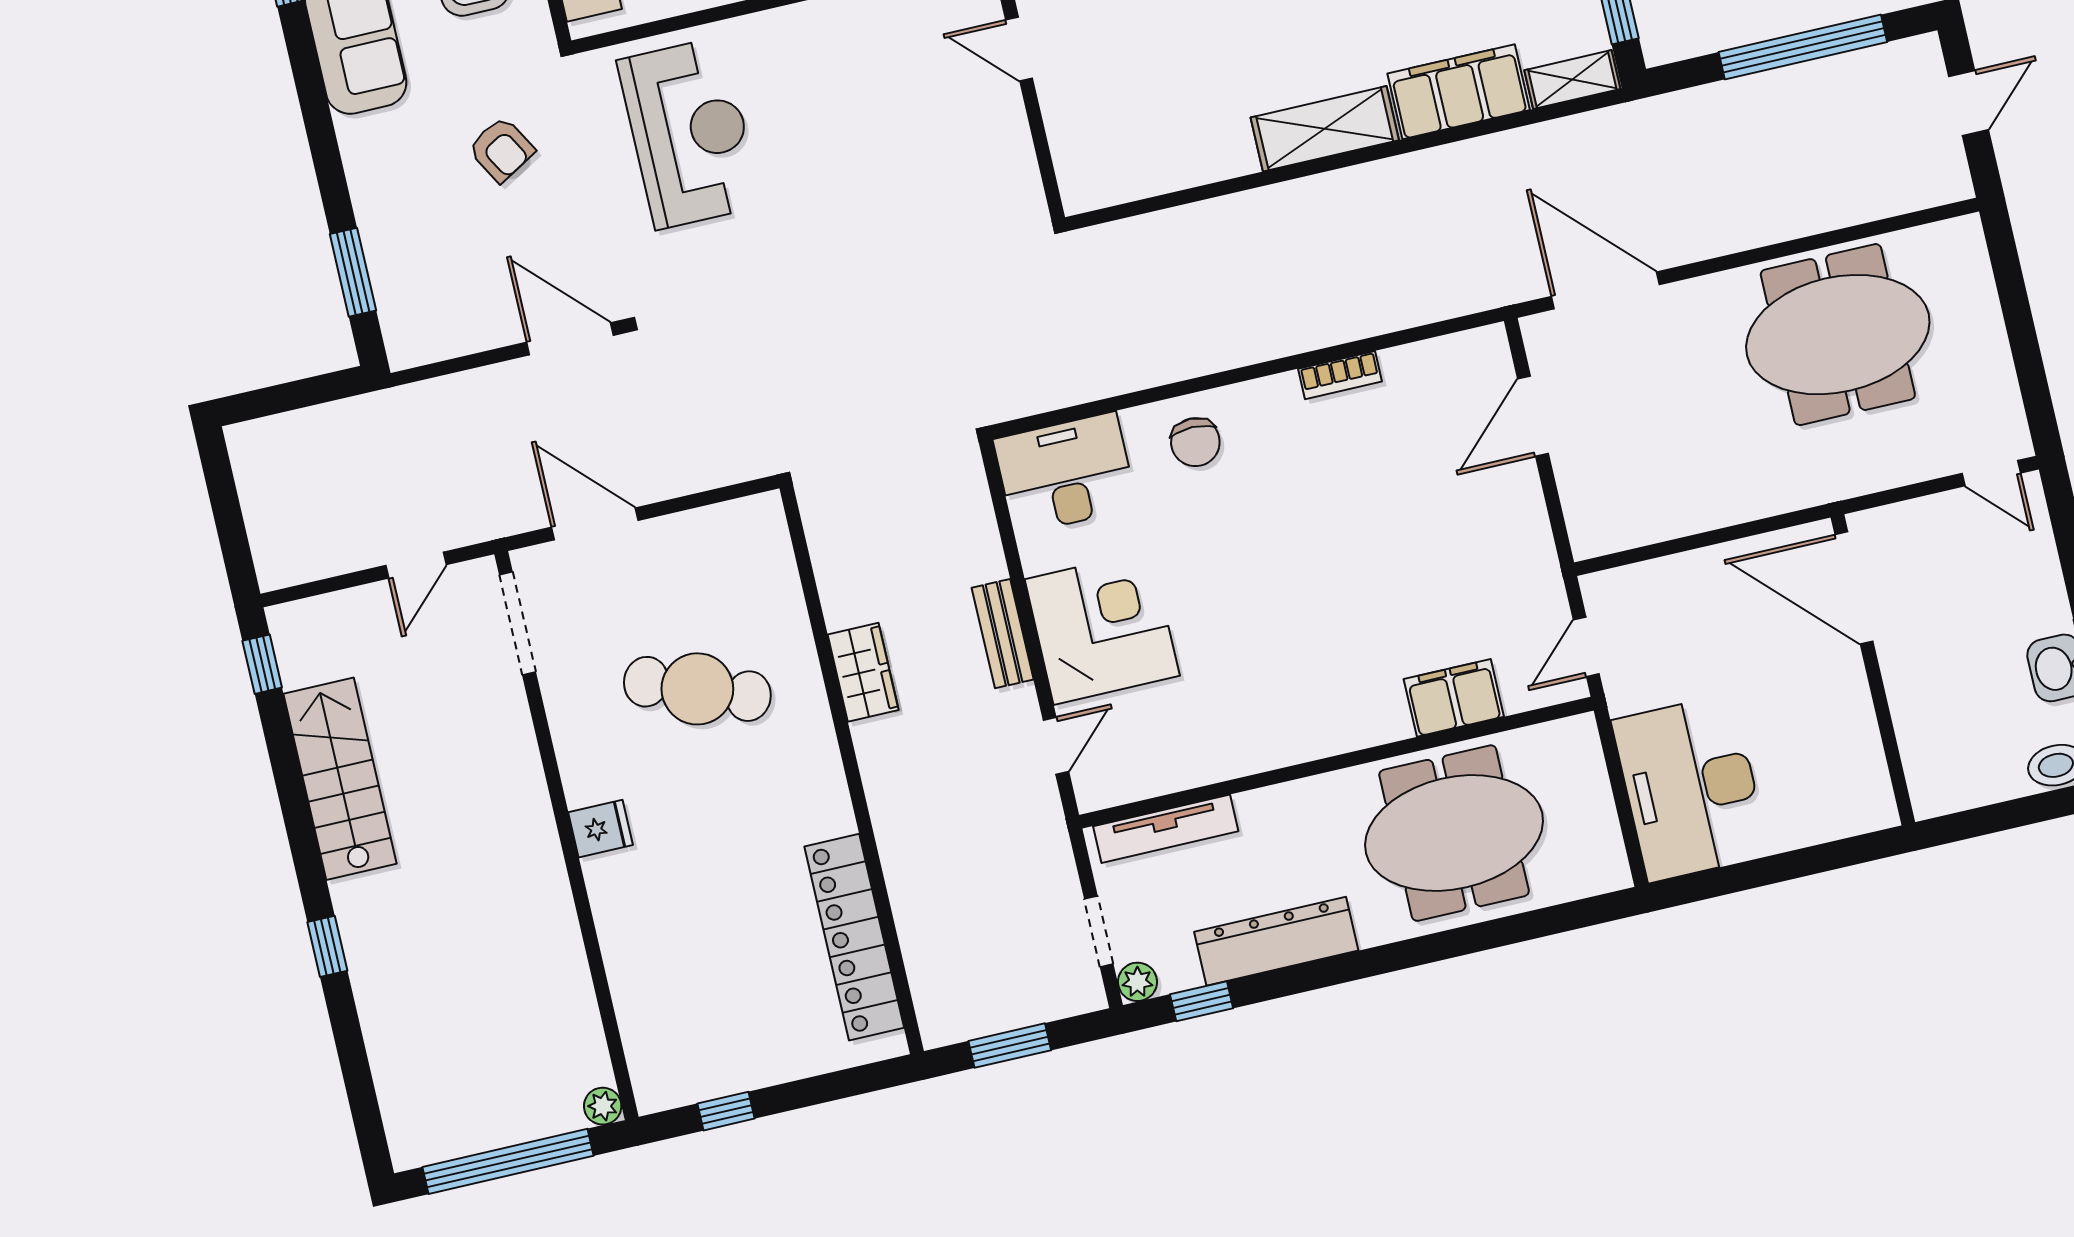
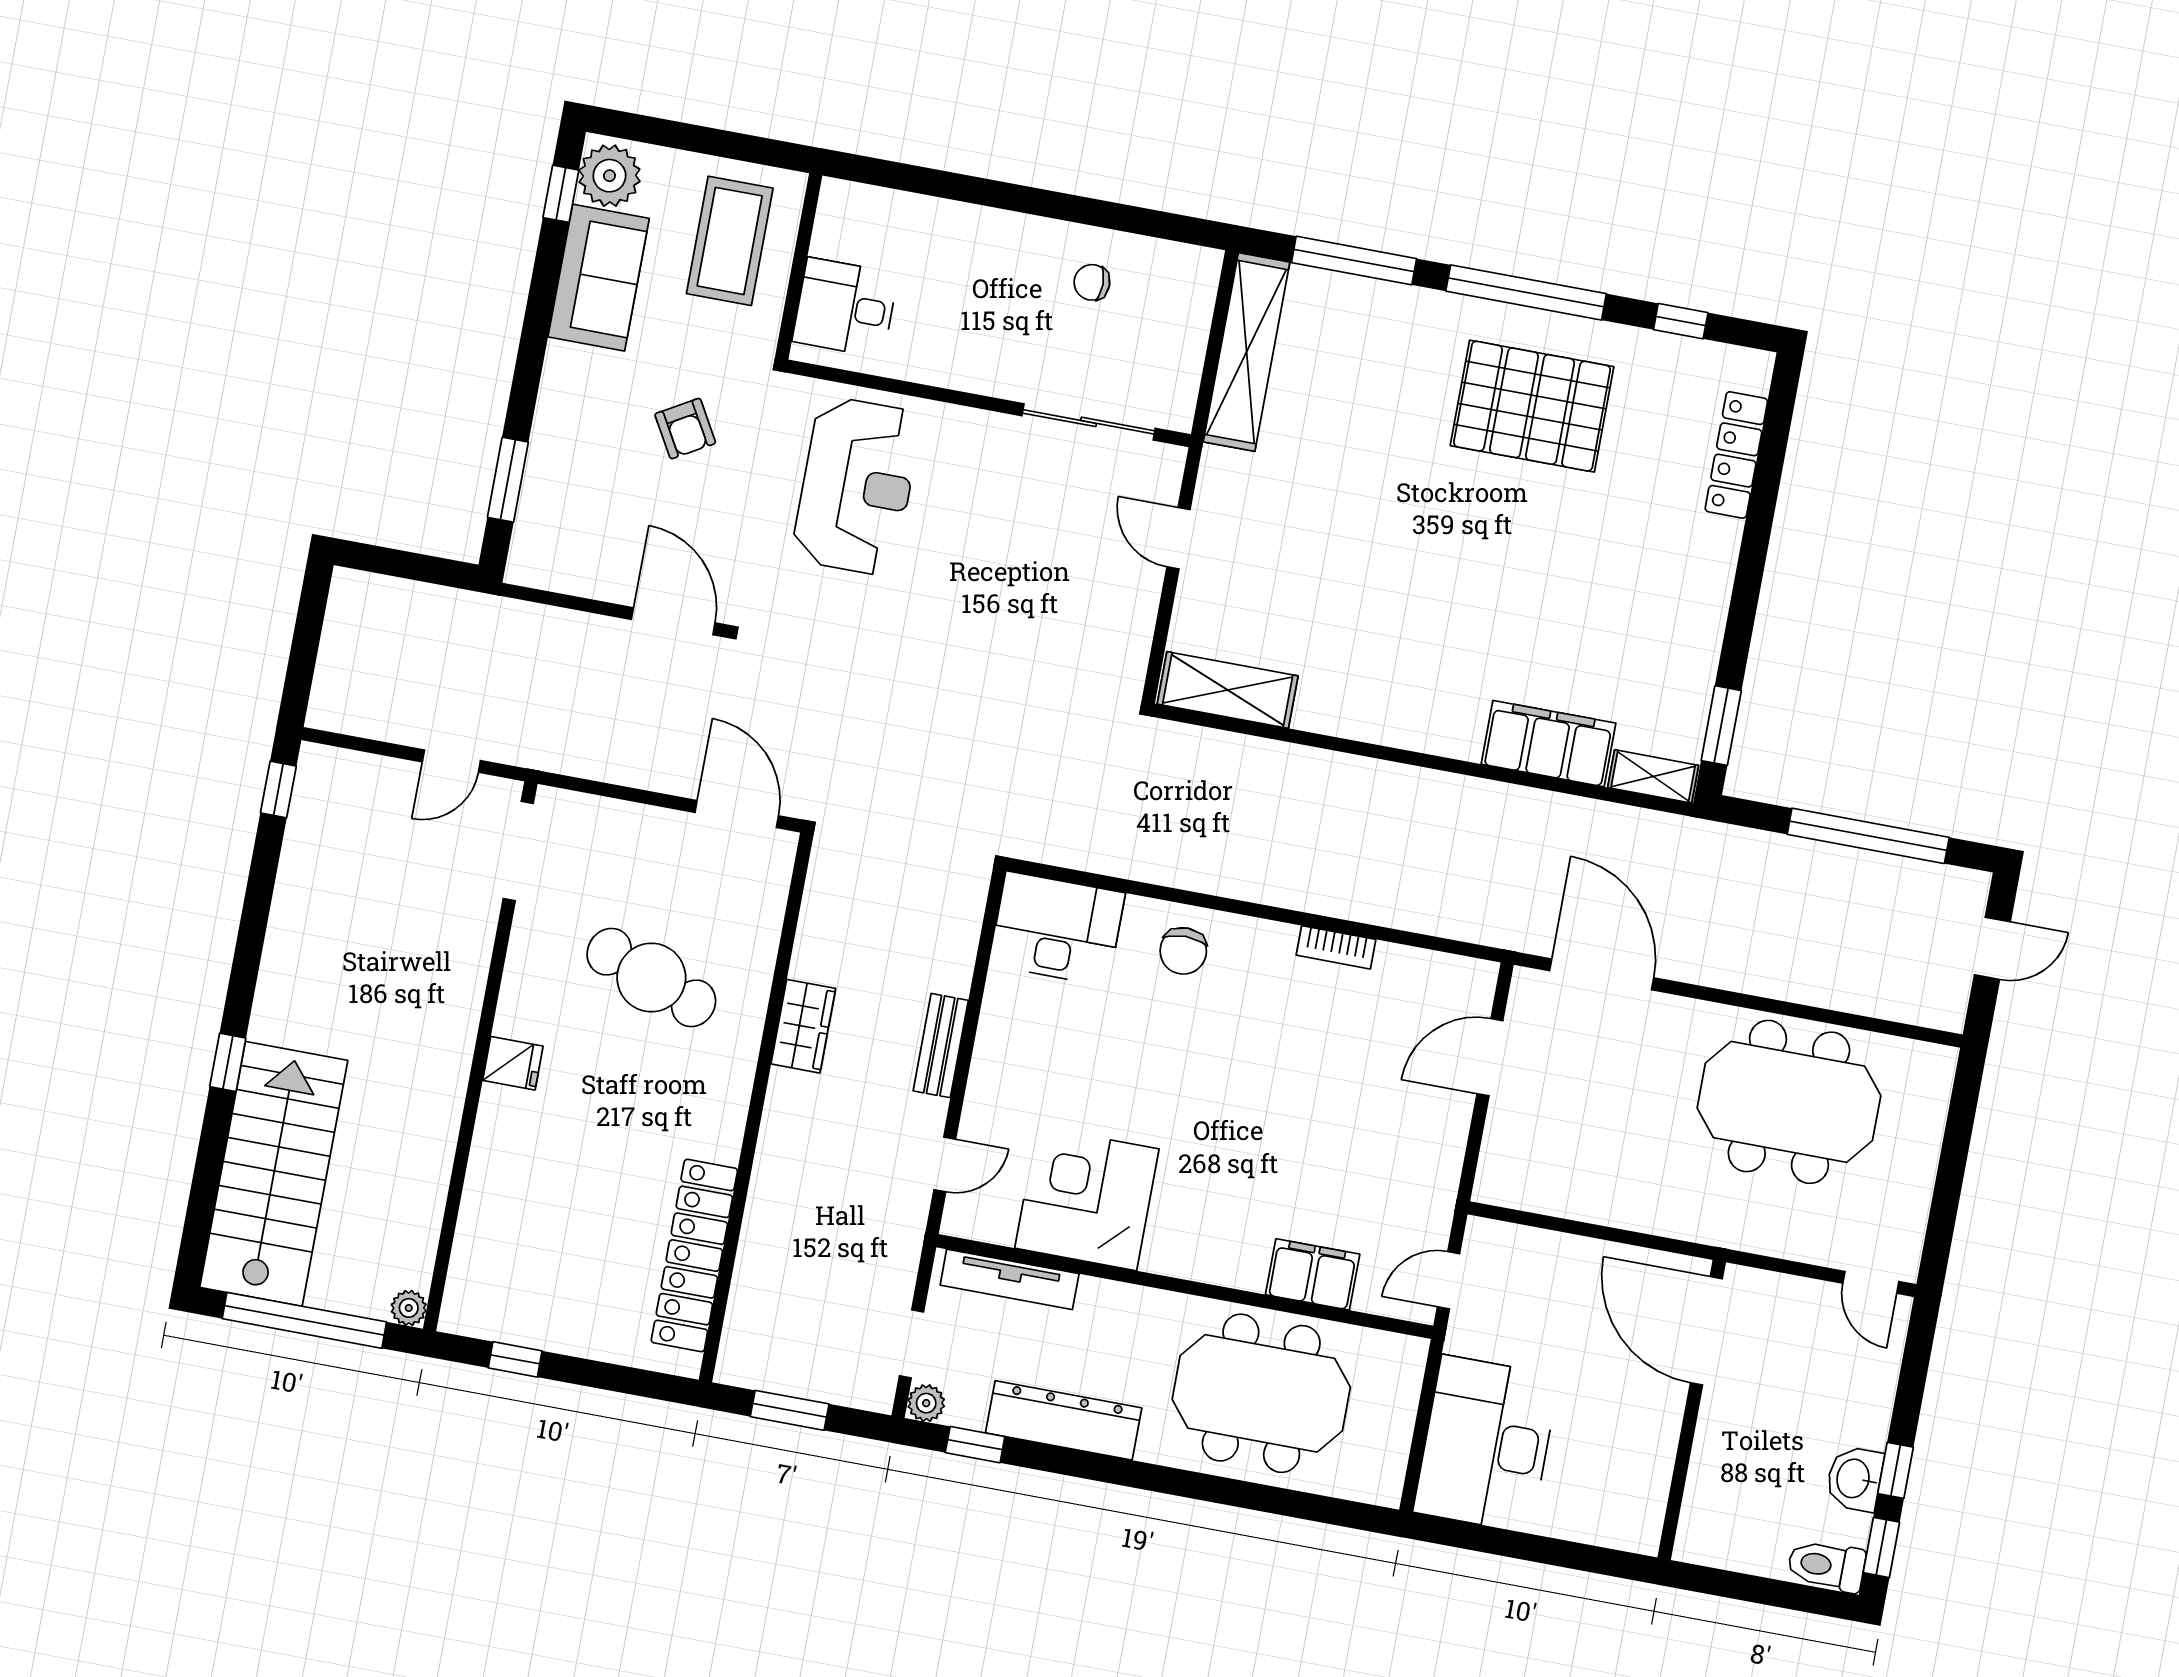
shelving: (1325, 129) -> (1228, 690), moved
door: (595, 524) -> (737, 814), moved
corner desk: (1102, 628) -> (1087, 1199), moved, turned -90
stairs: (340, 779) -> (274, 1174), moved, width x1.36, depth x1.51

